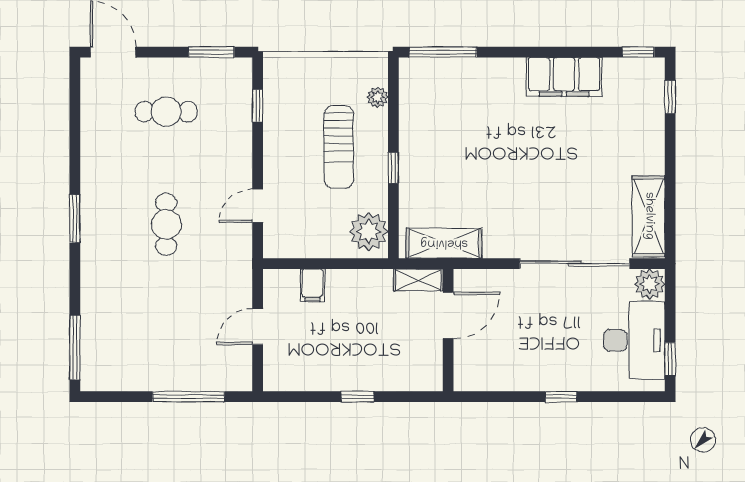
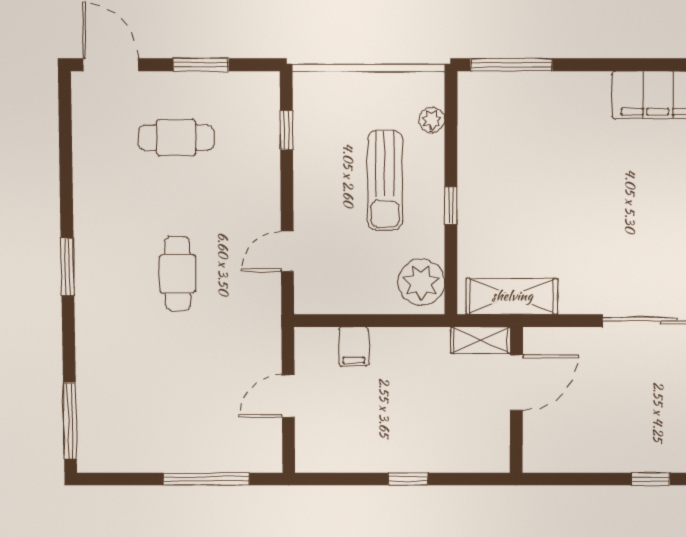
window: (211, 52) -> (201, 65), moved

